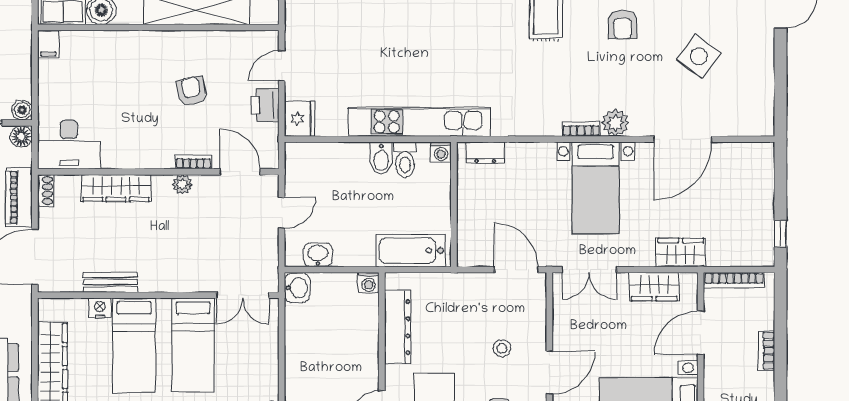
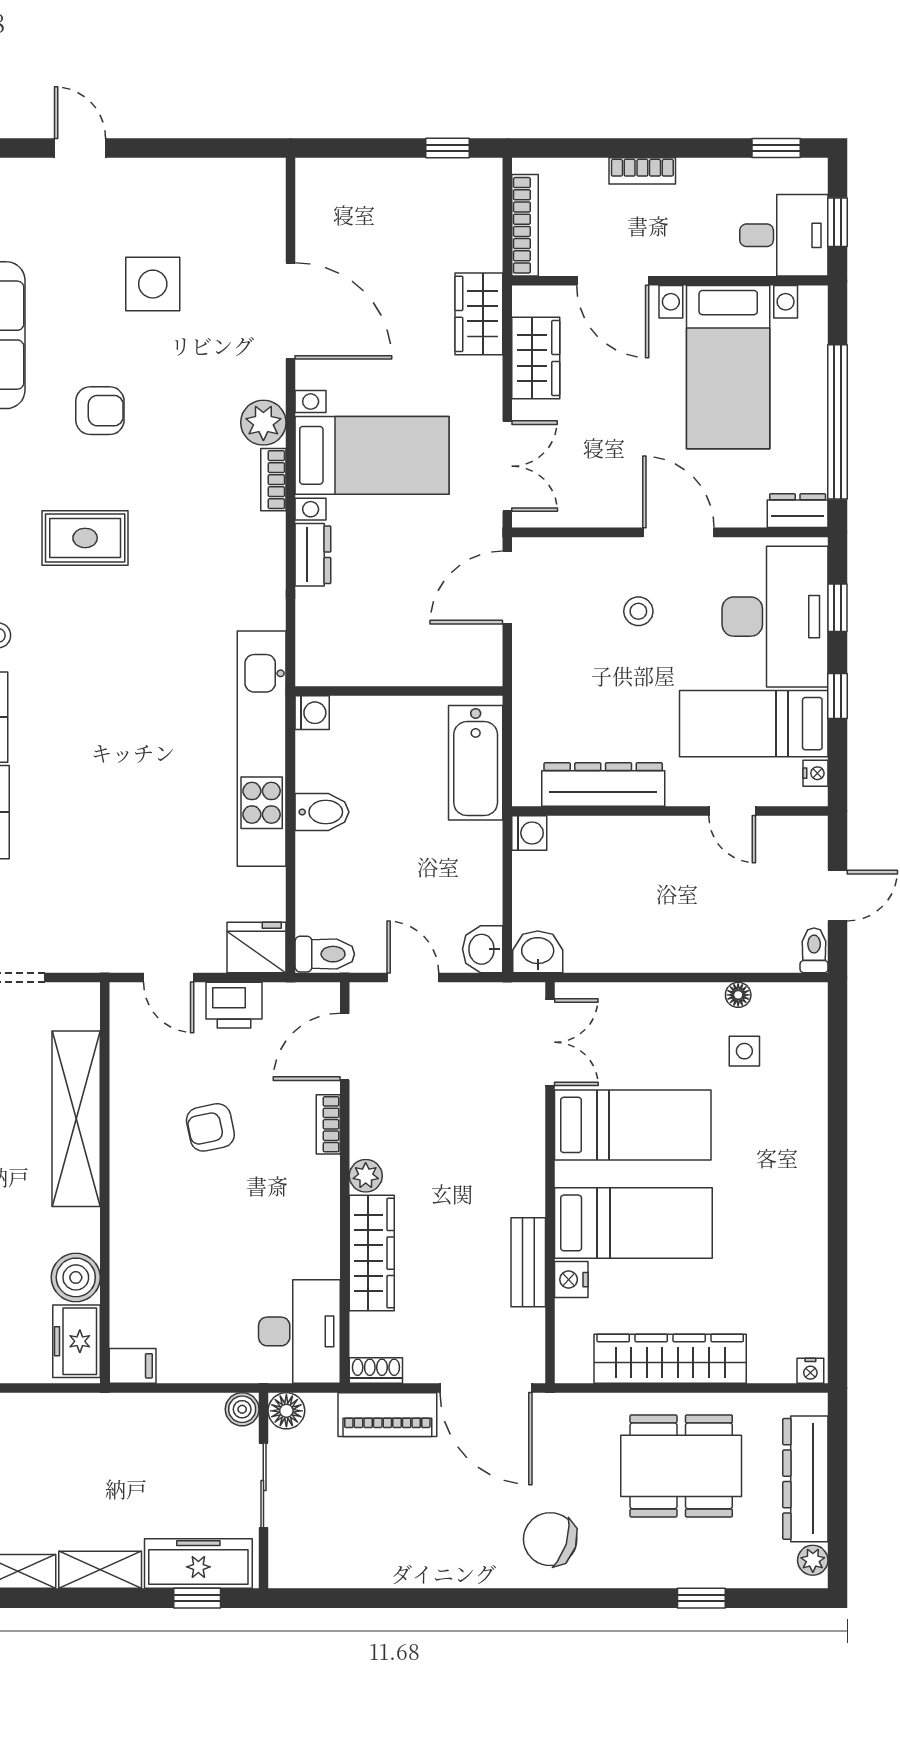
side table: (699, 56) -> (153, 284), turned -37
dresser: (485, 153) -> (313, 555), moved
toilet: (405, 160) -> (325, 954), moved
plant: (182, 184) -> (366, 1176), moved
washbasin: (318, 255) -> (483, 949), moved

